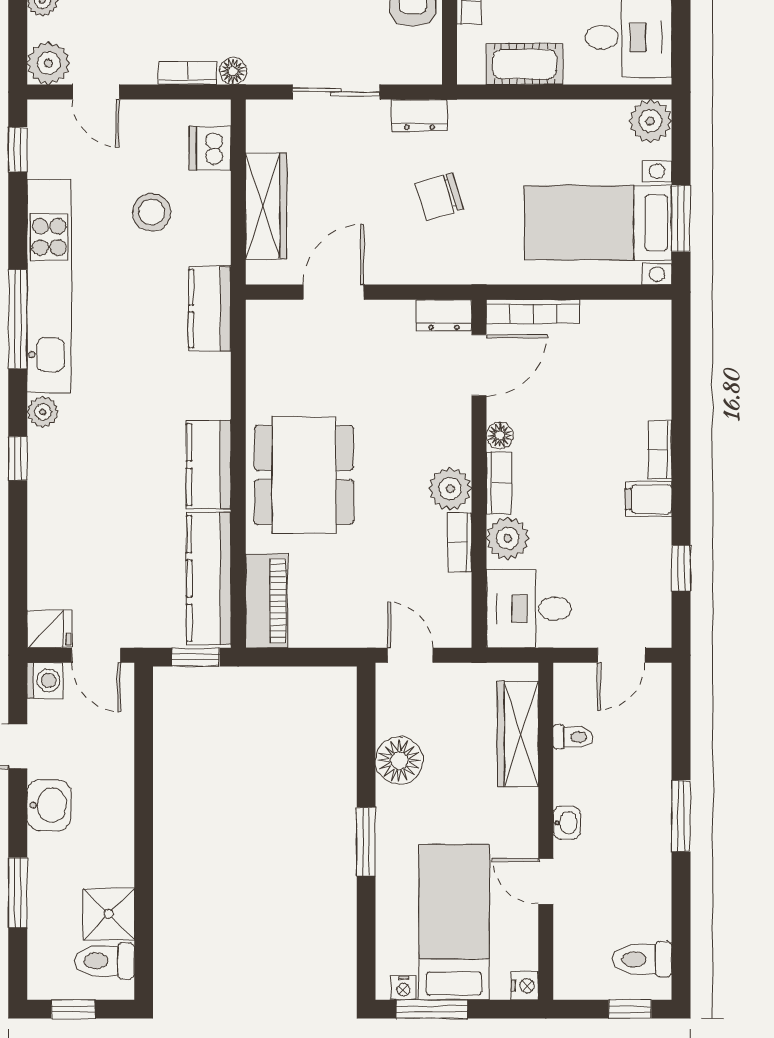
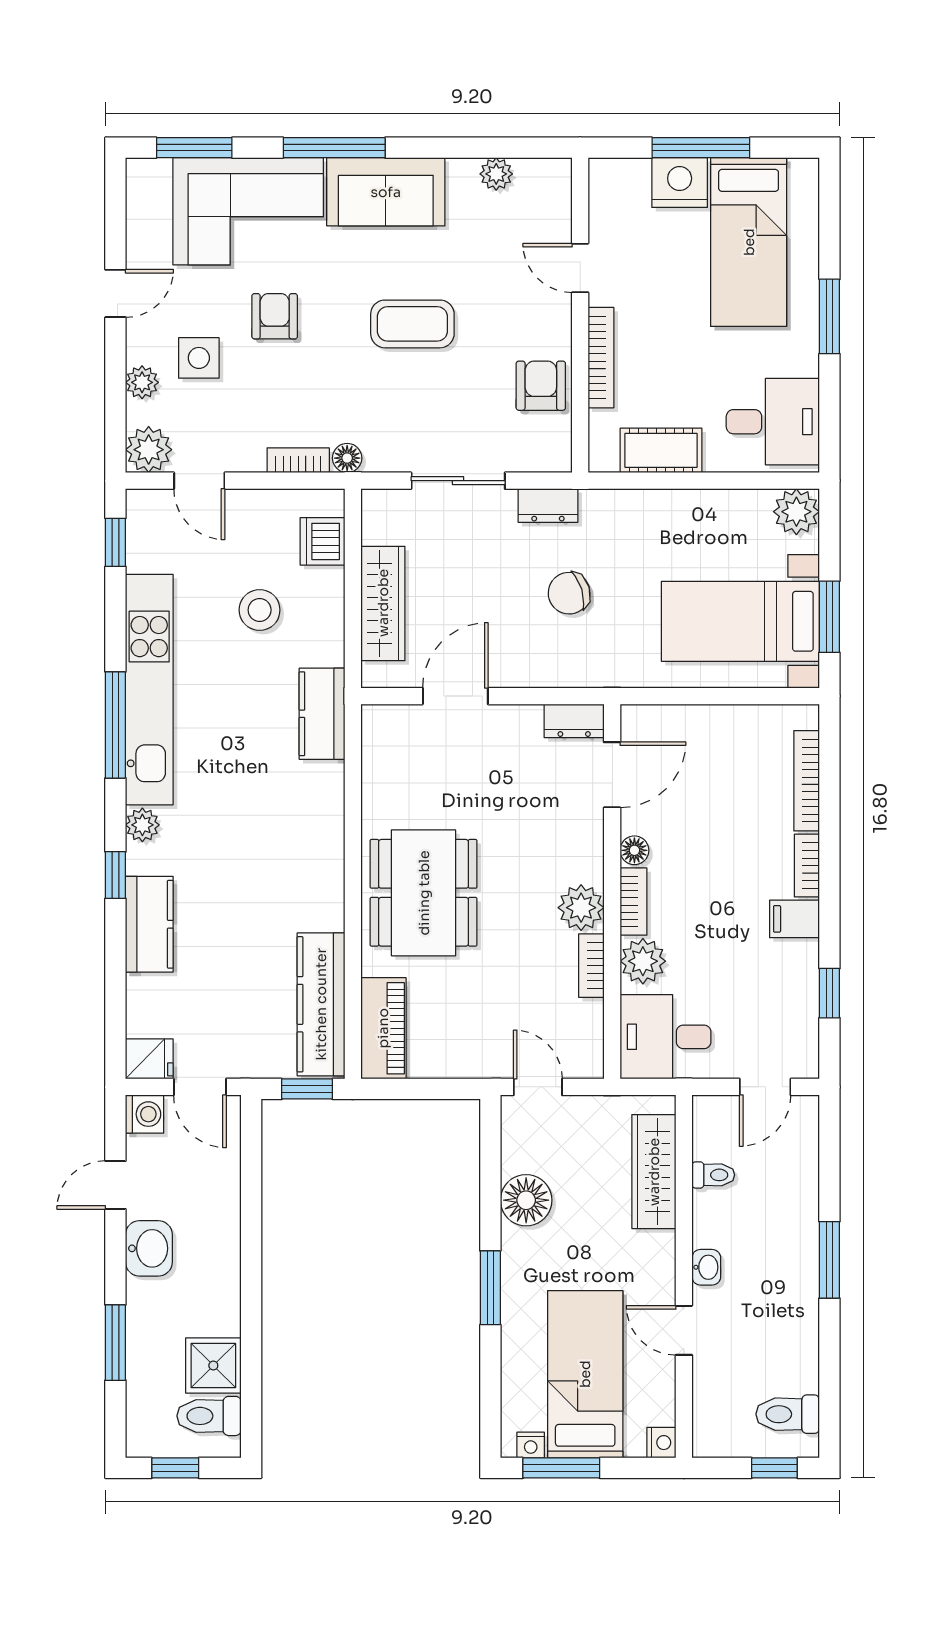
bookcase: (533, 311) -> (807, 781), moved, turned 90
kitchen counter: (209, 465) -> (149, 924), moved, turned 180

